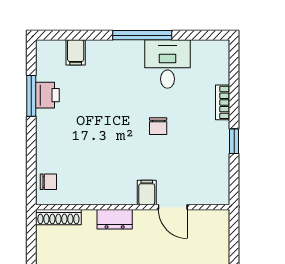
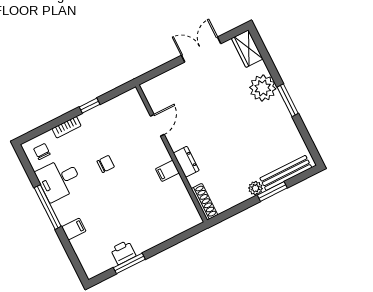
filing cabinet: (76, 52) -> (74, 229), moved
chair: (48, 182) -> (42, 152), moved
filing cabinet: (147, 192) -> (167, 171), moved

